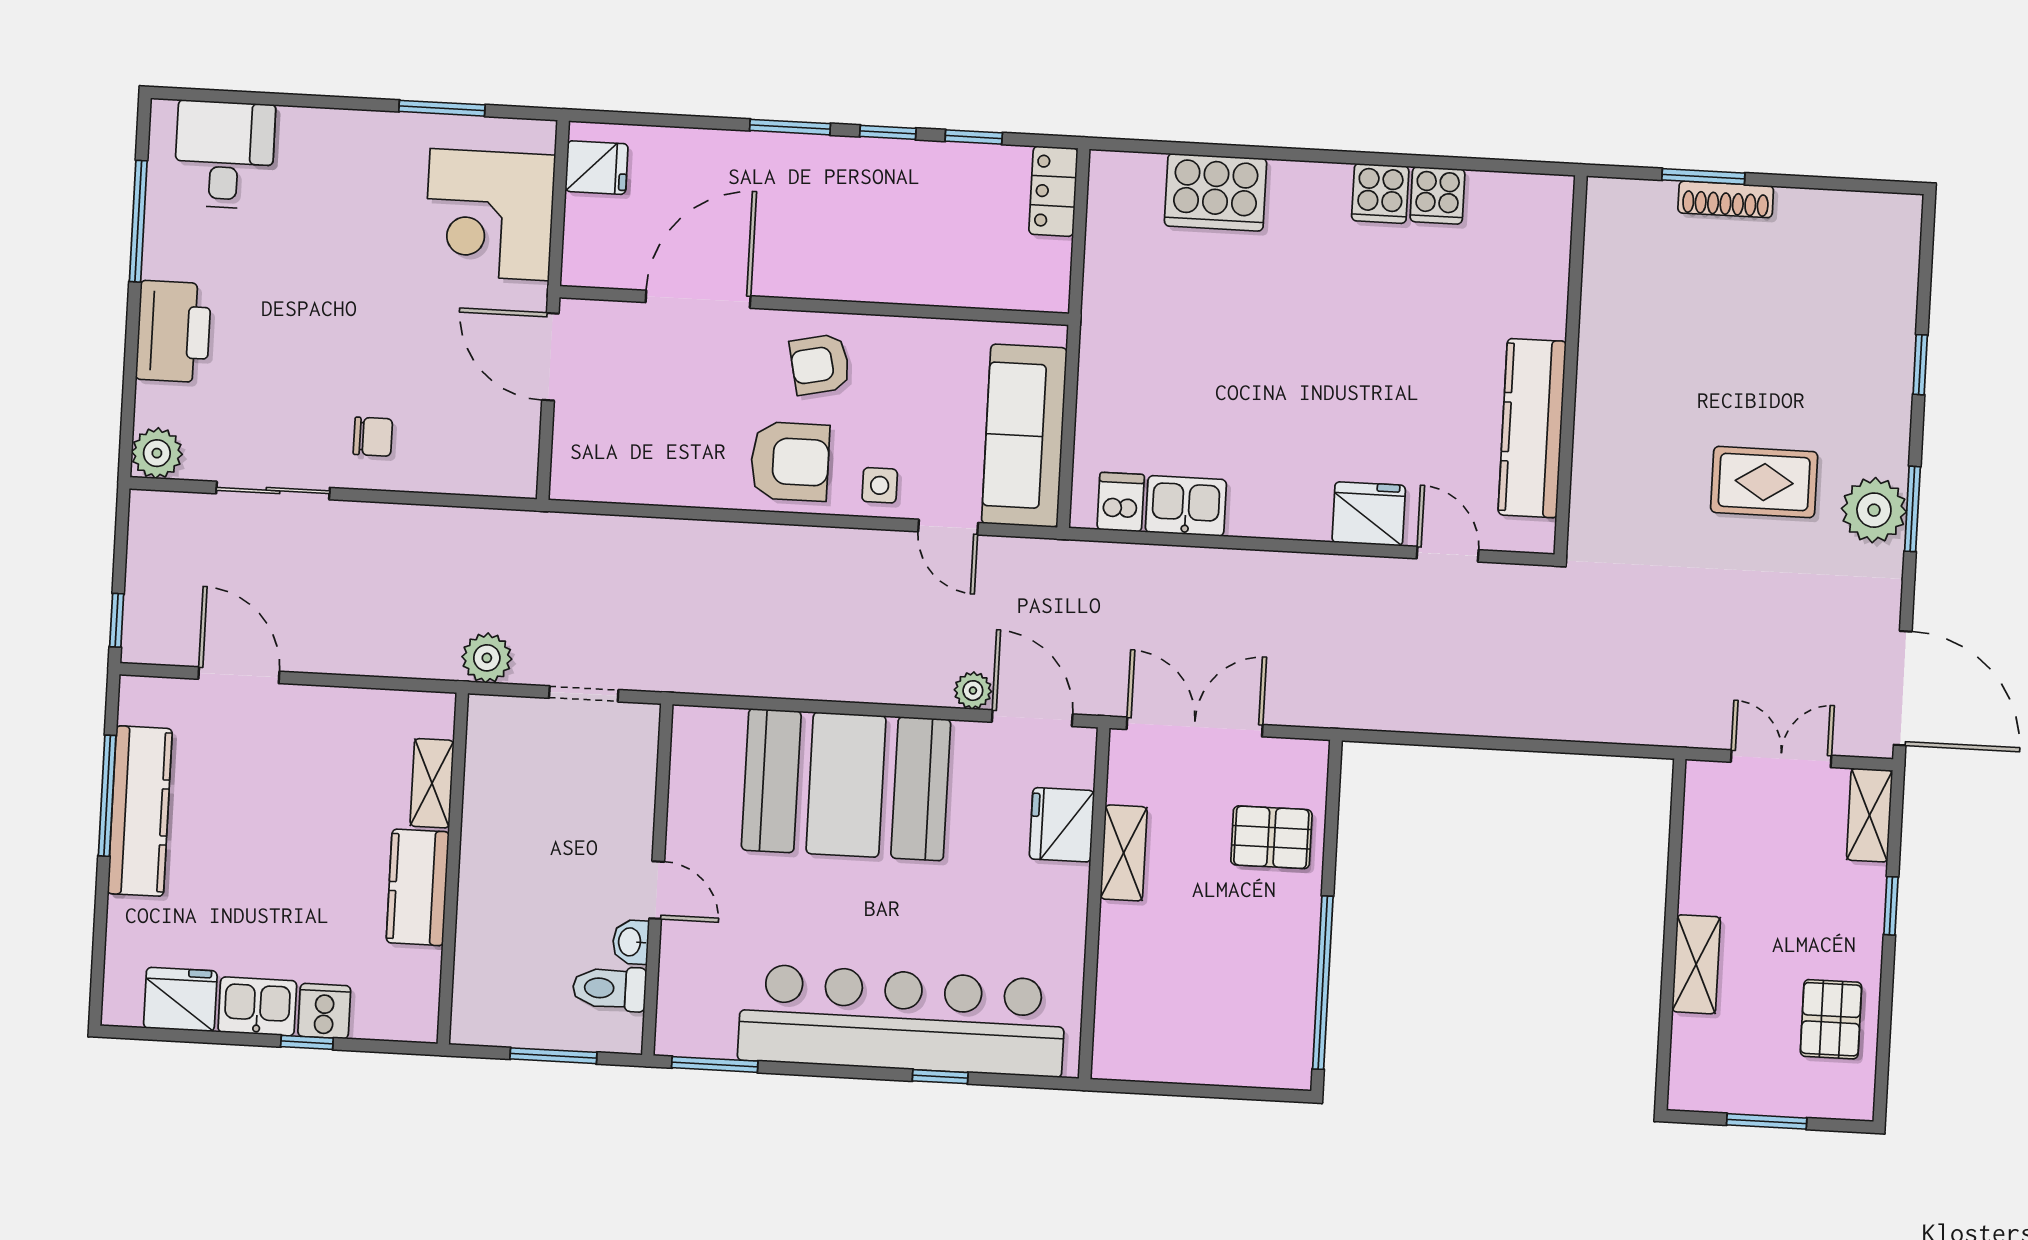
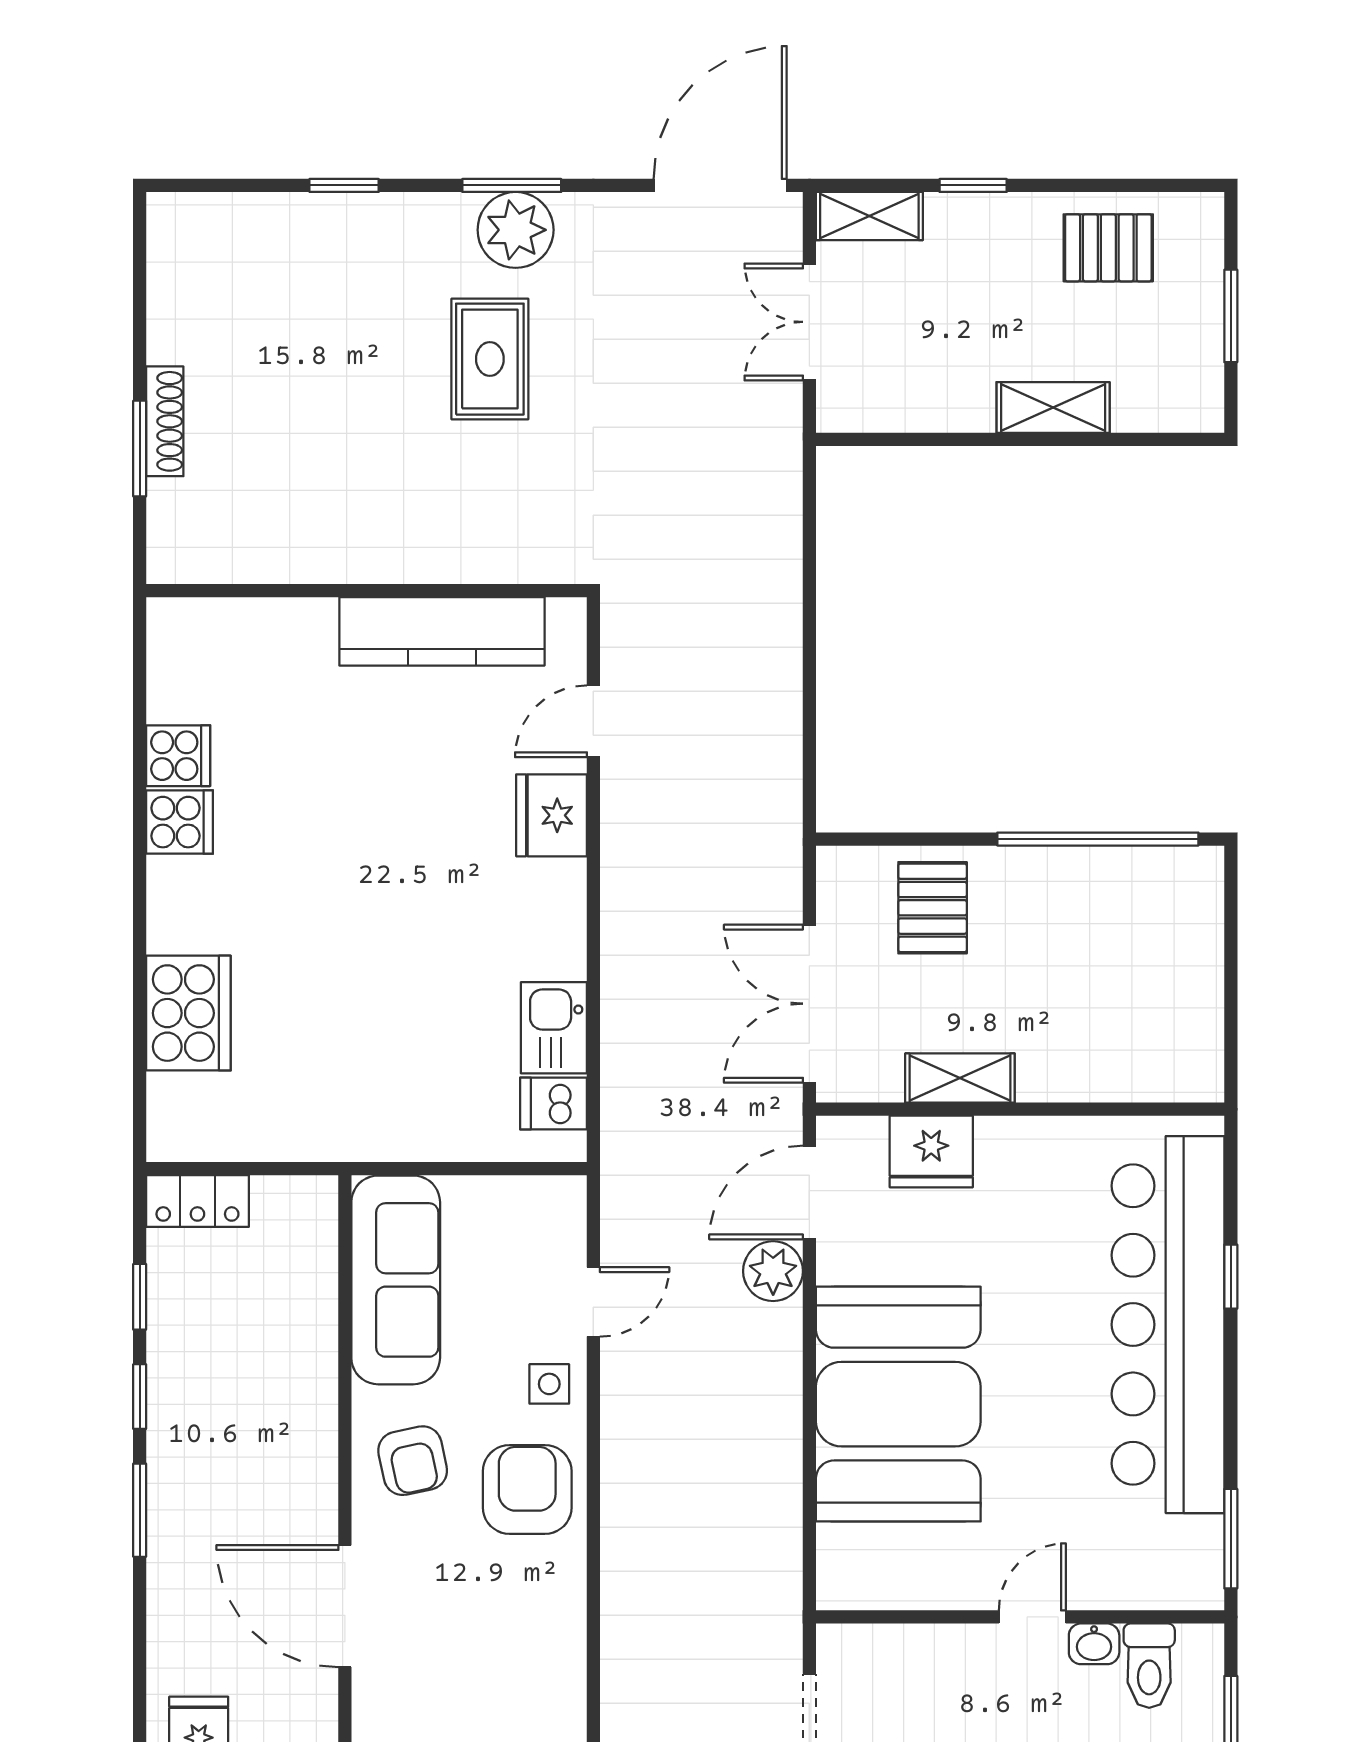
sofa: (1024, 436) -> (396, 1280), moved, turned -90
plant: (973, 691) -> (773, 1271), width x1.38, depth x1.38

